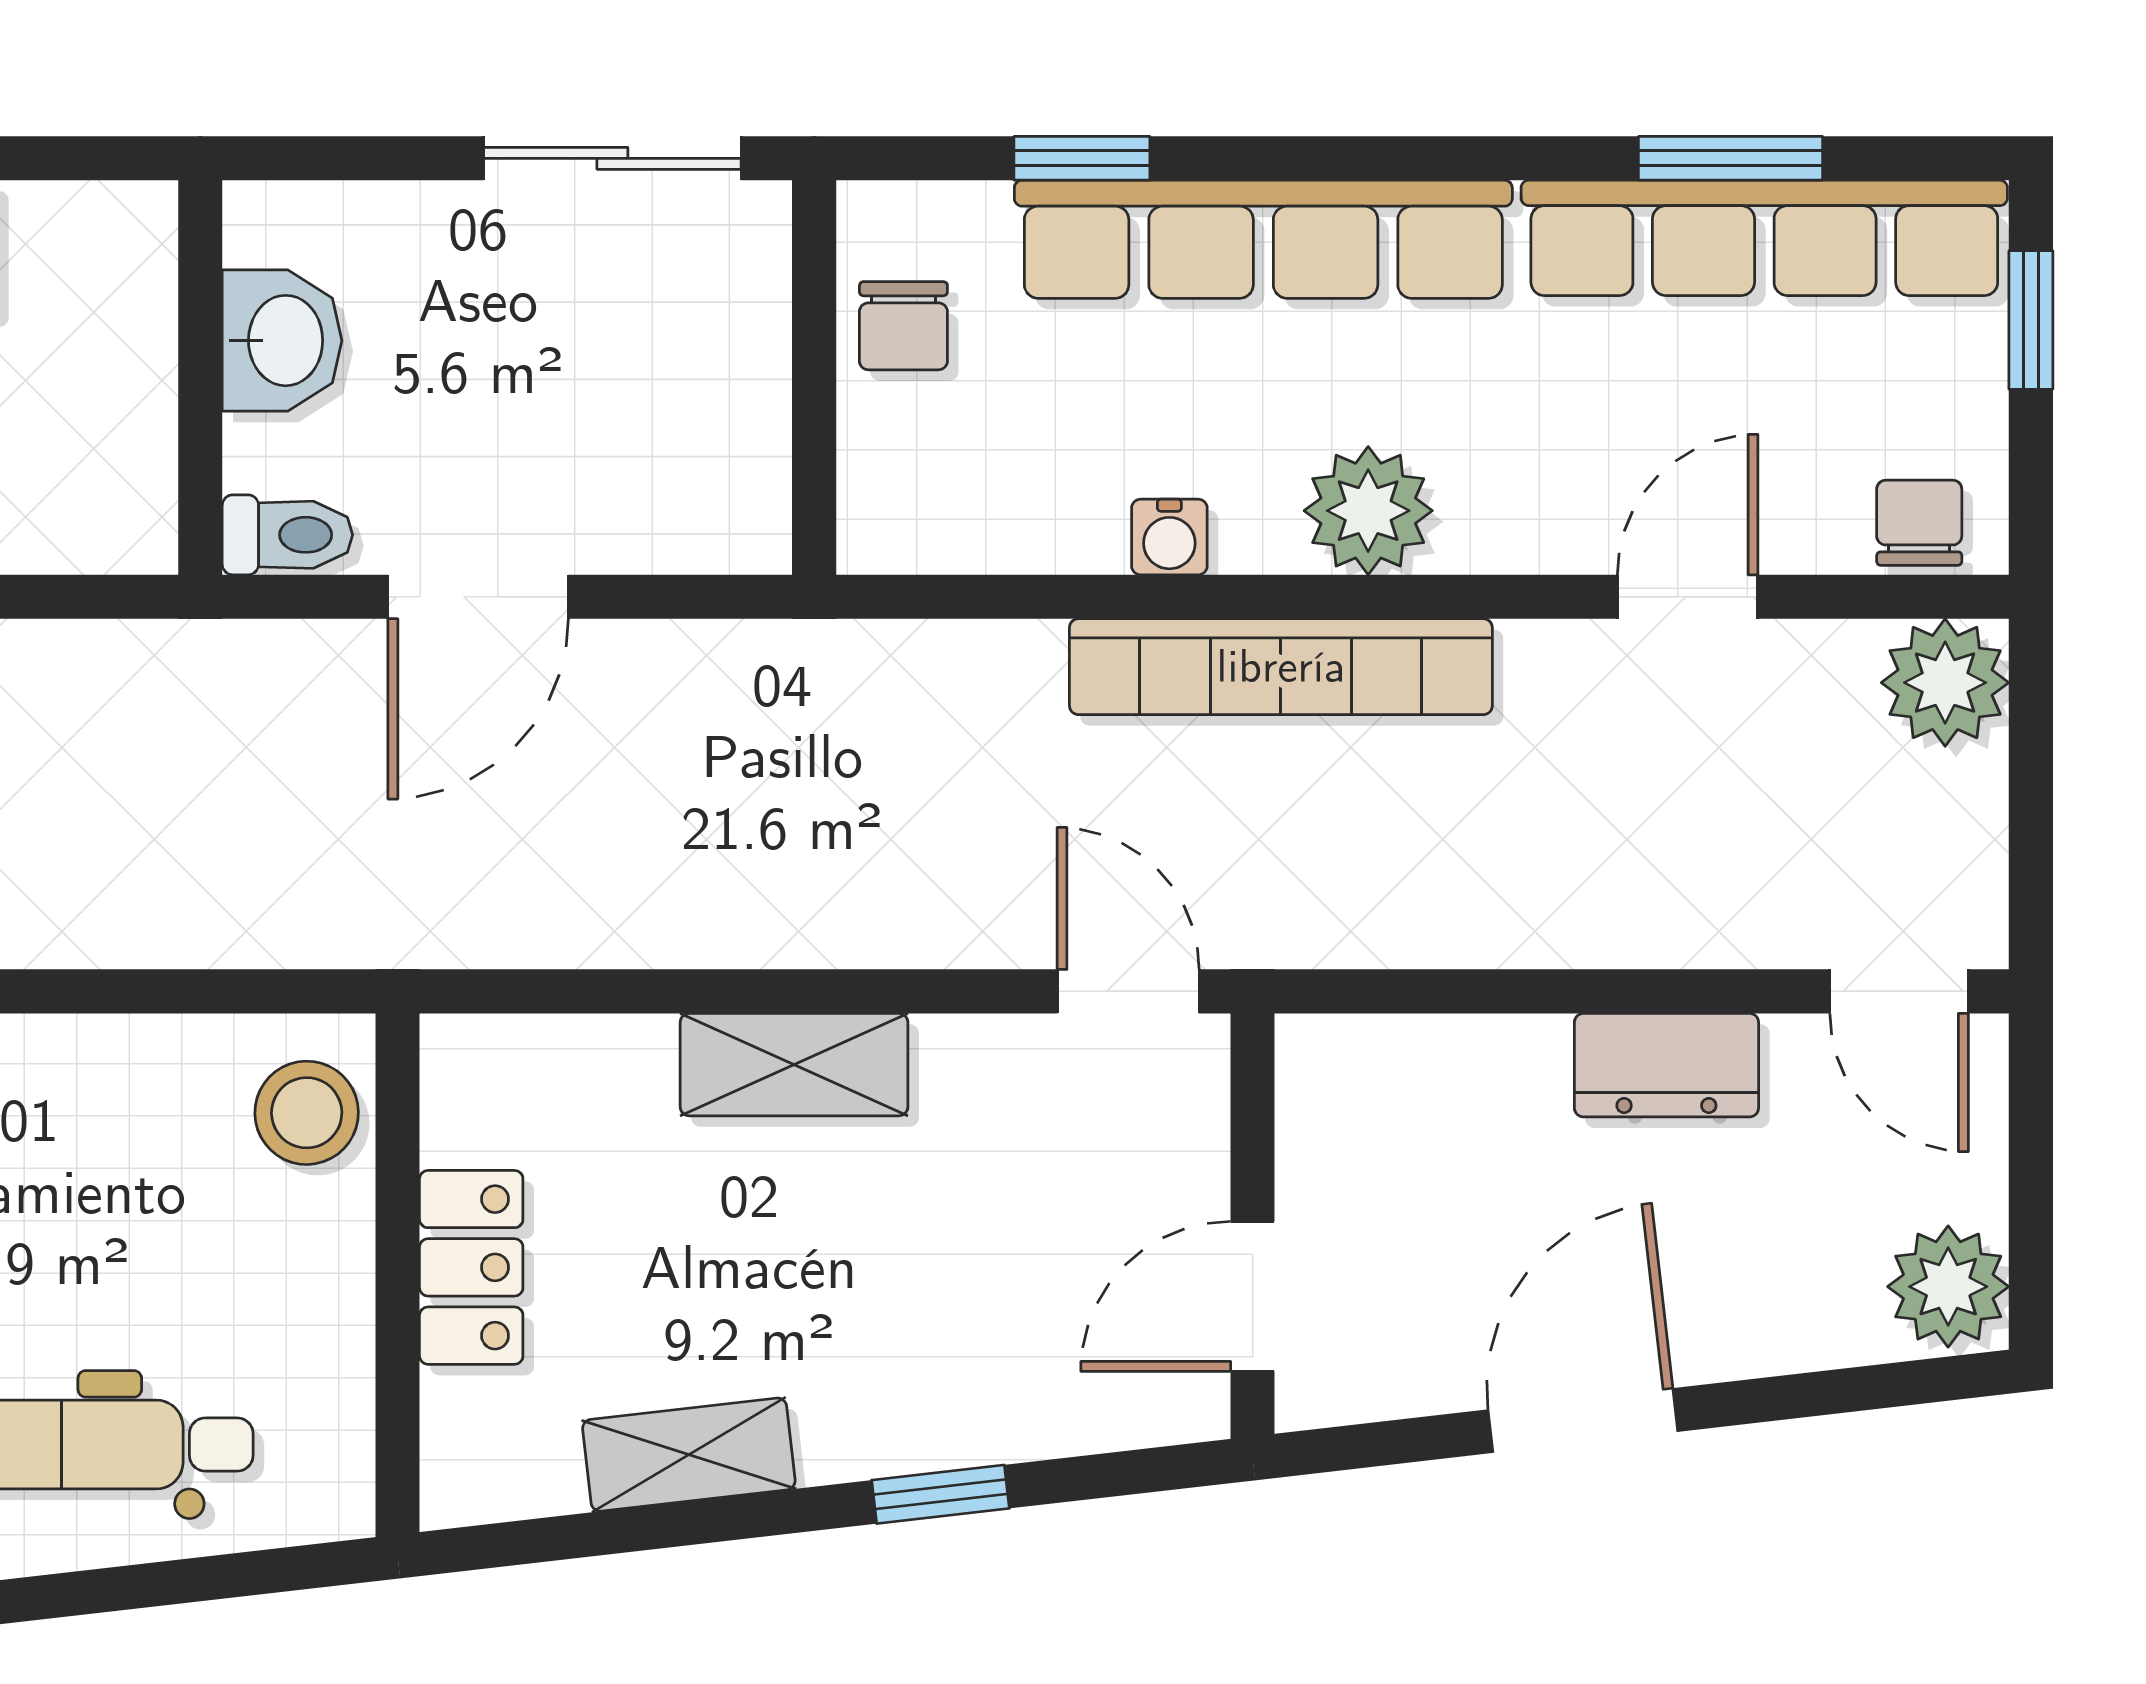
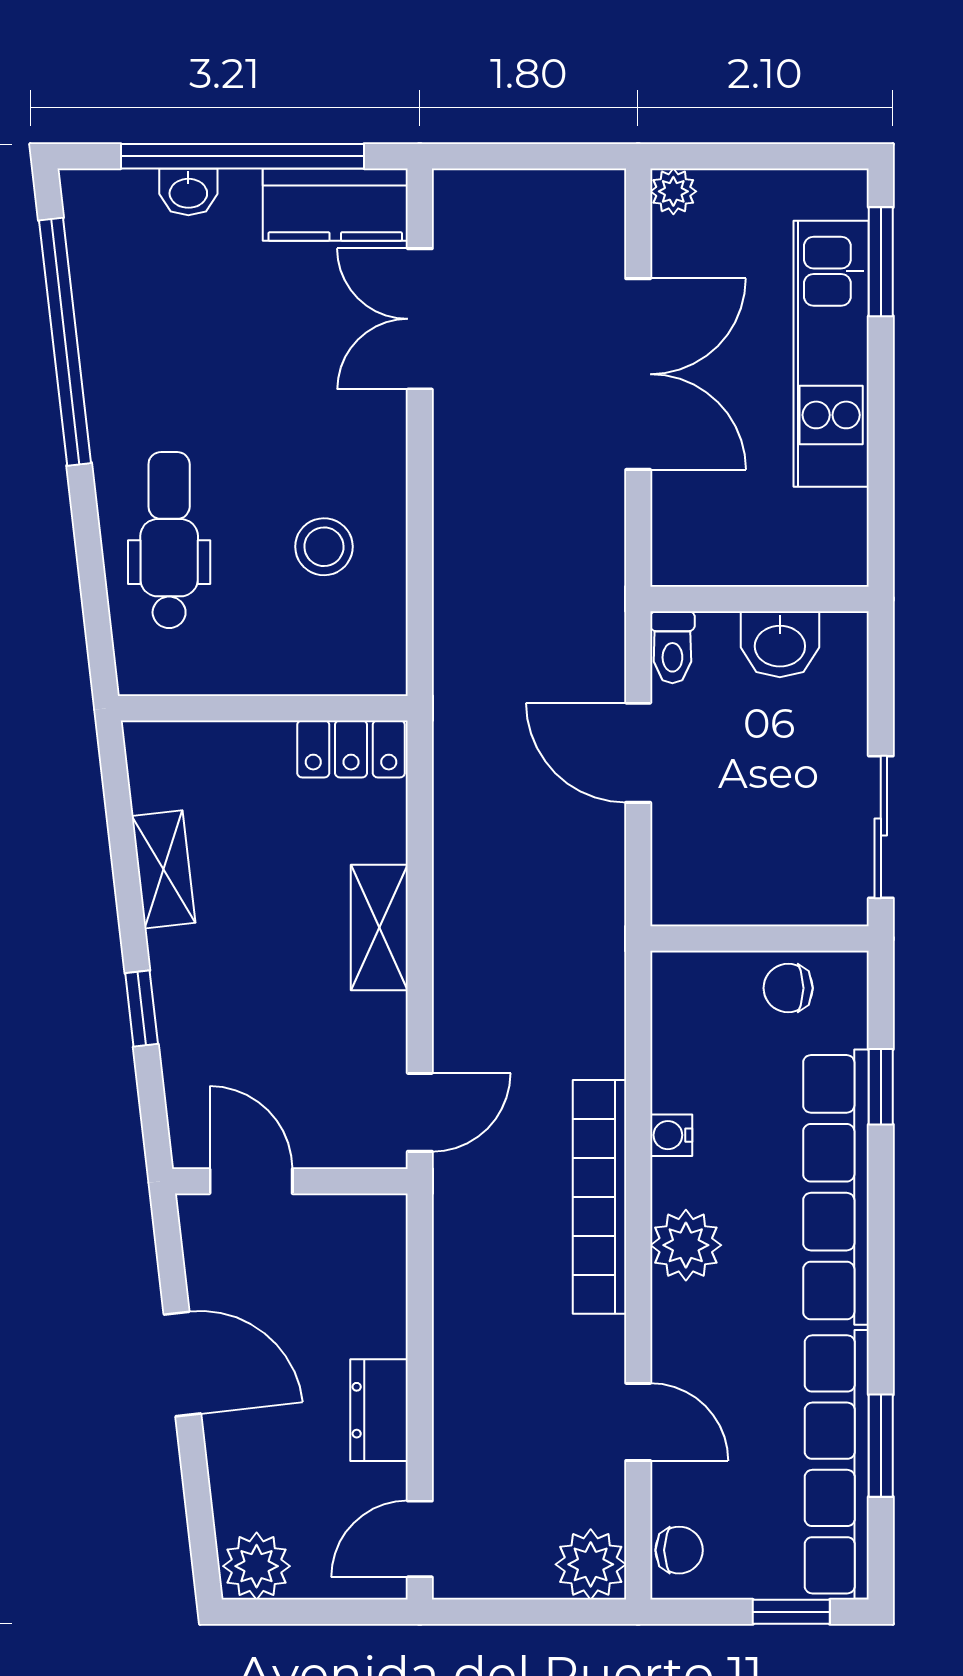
stool: (307, 1113) -> (324, 547), moved
locker: (471, 1267) -> (351, 749), moved

